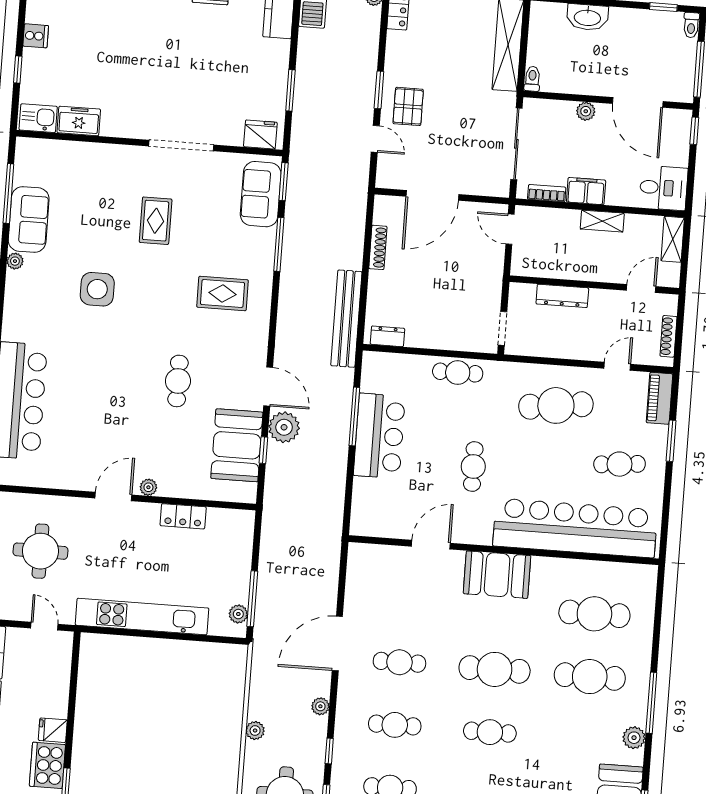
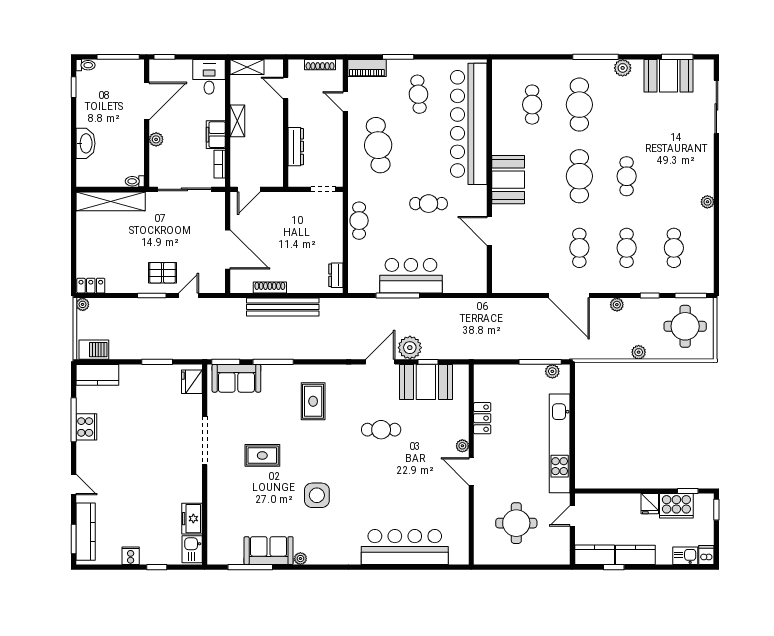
bench: (346, 319) -> (283, 307), moved
cafe table: (594, 614) -> (532, 105), width x0.73, depth x0.74

